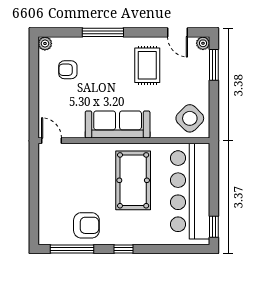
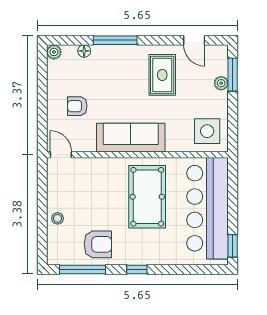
floor lamp: (74, 43) -> (84, 51), added
plant: (203, 43) -> (221, 83), moved
armchair: (68, 70) -> (77, 106), moved
side table: (190, 118) -> (207, 131), turned 45
stool: (48, 201) -> (58, 218), added

